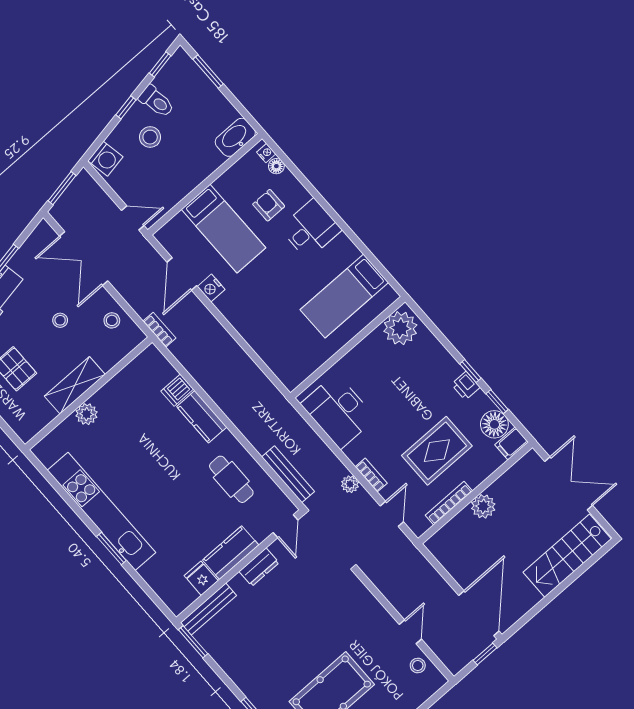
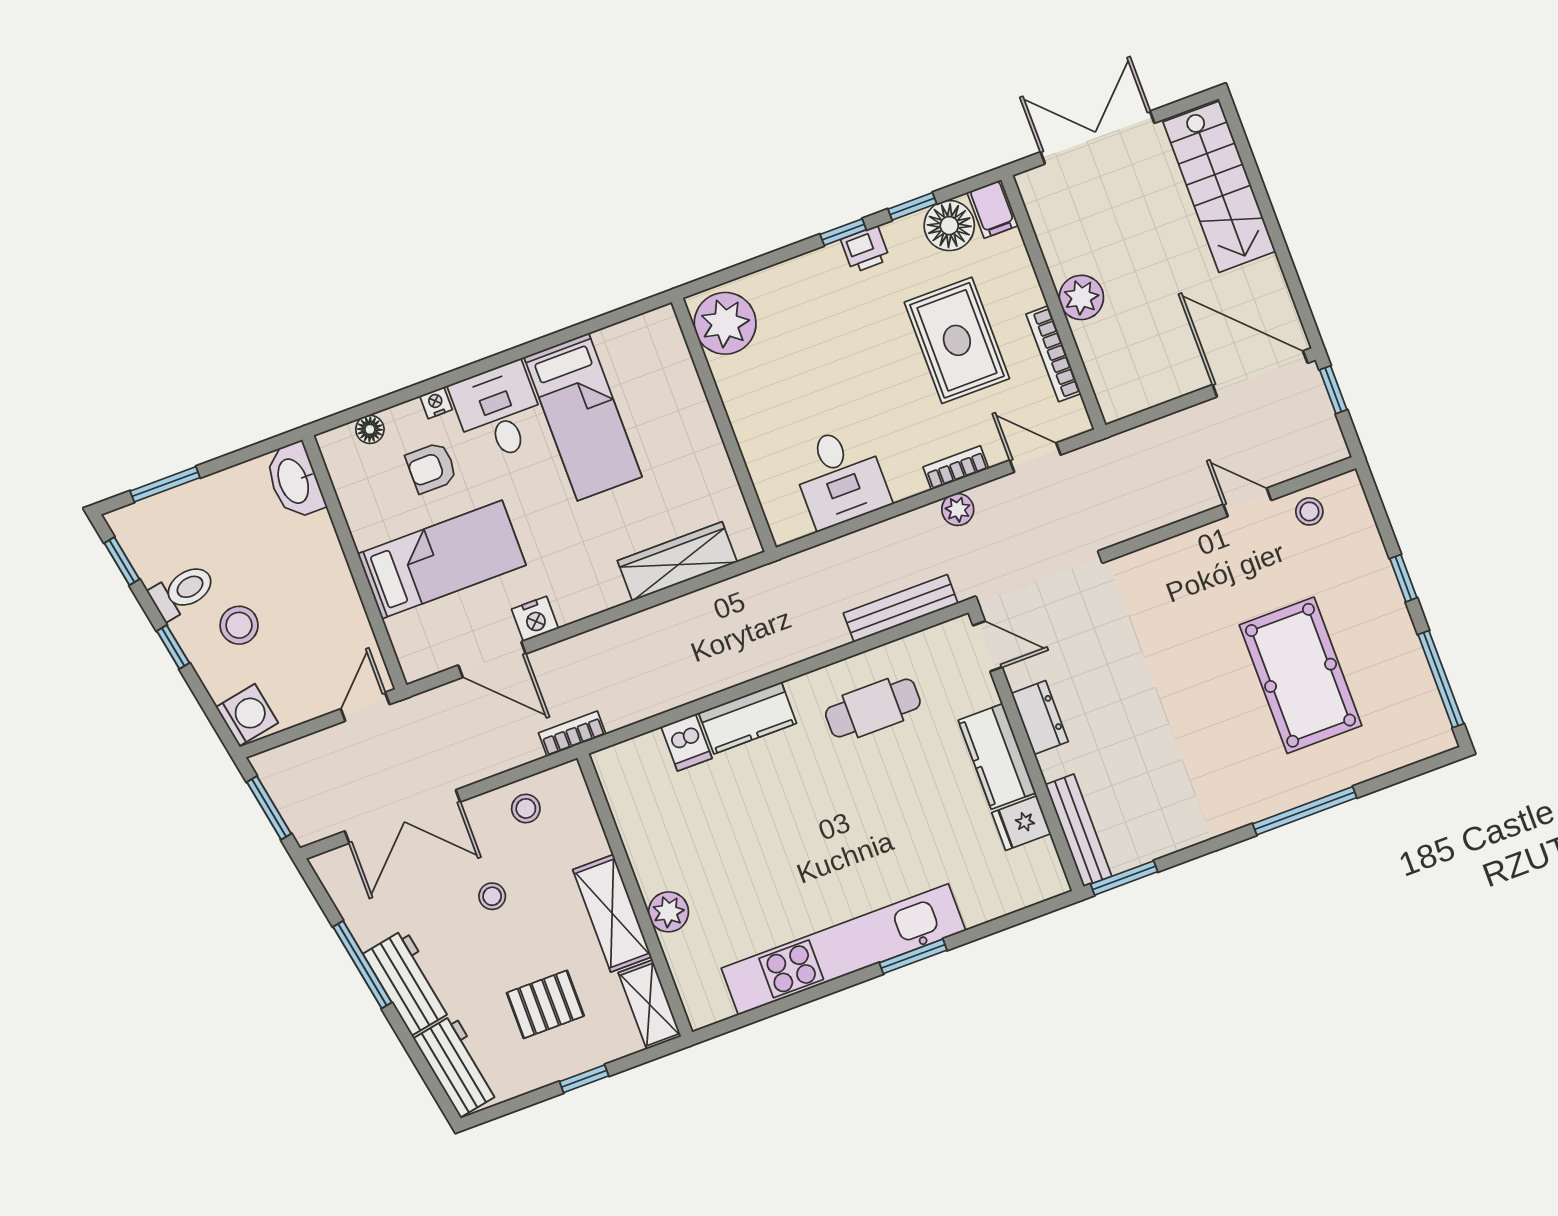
nightstand: (266, 153) -> (436, 403), moved
bed: (344, 296) -> (583, 417), moved
wardrobe: (269, 350) -> (677, 561), added
desk: (338, 411) -> (840, 477), width x0.73
shelving: (35, 422) -> (650, 1005), added

